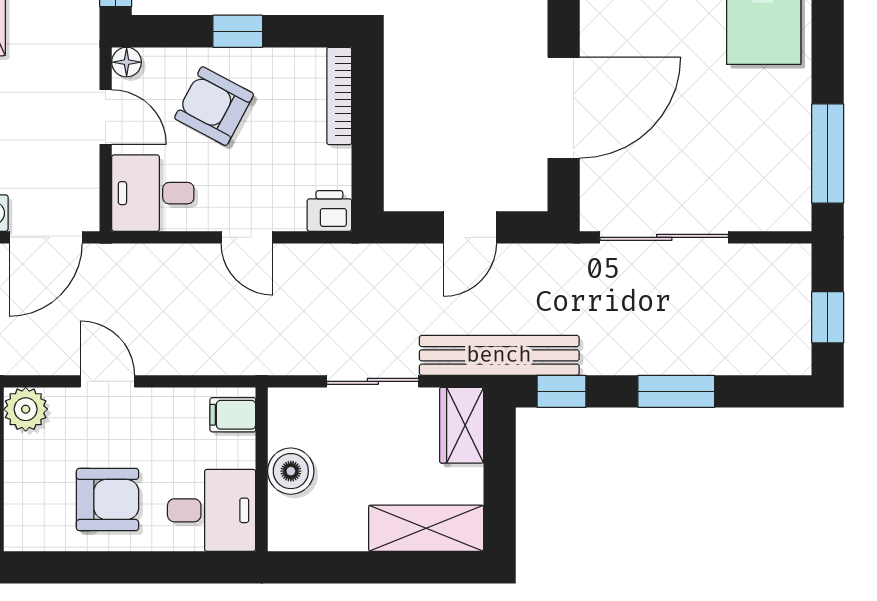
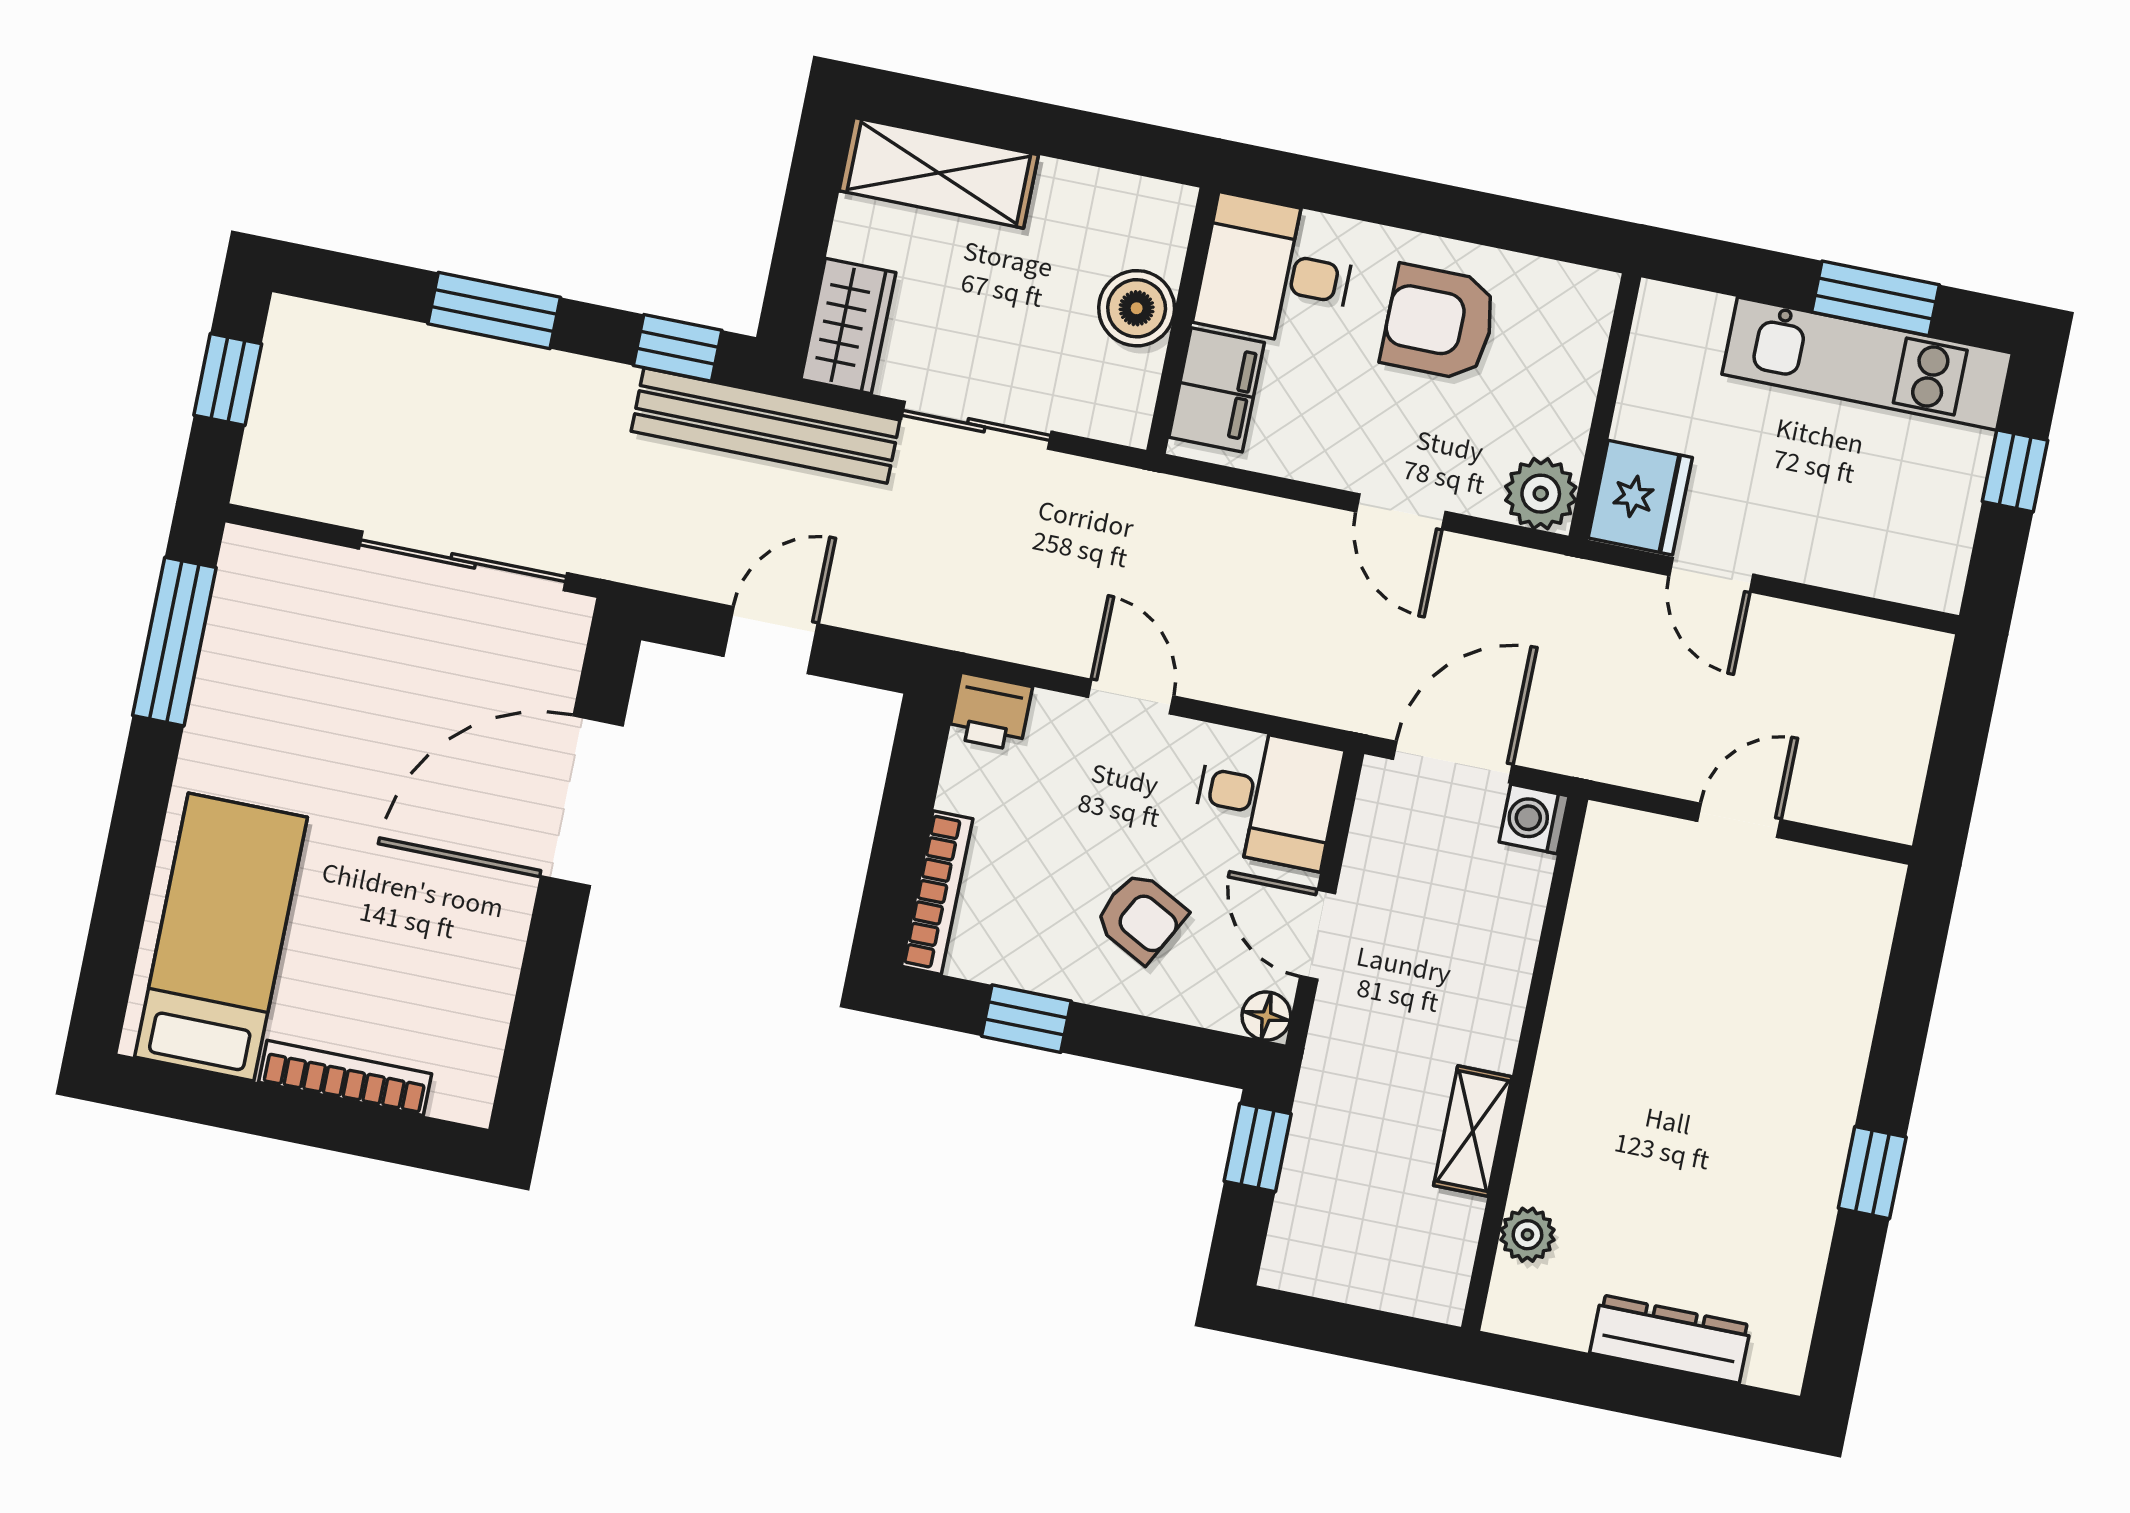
window: (238, 31) -> (1026, 1019), moved
armchair: (214, 106) -> (1141, 917), width x0.72, depth x0.72
filing cabinet: (233, 415) -> (1217, 390), width x2.00

